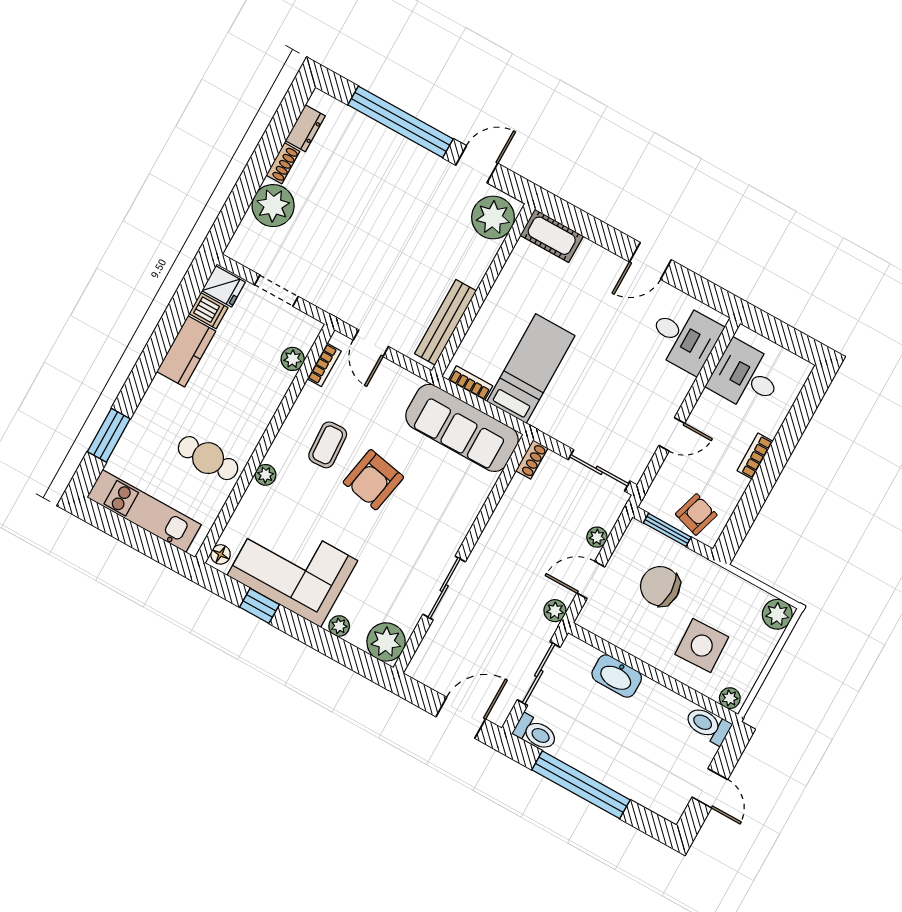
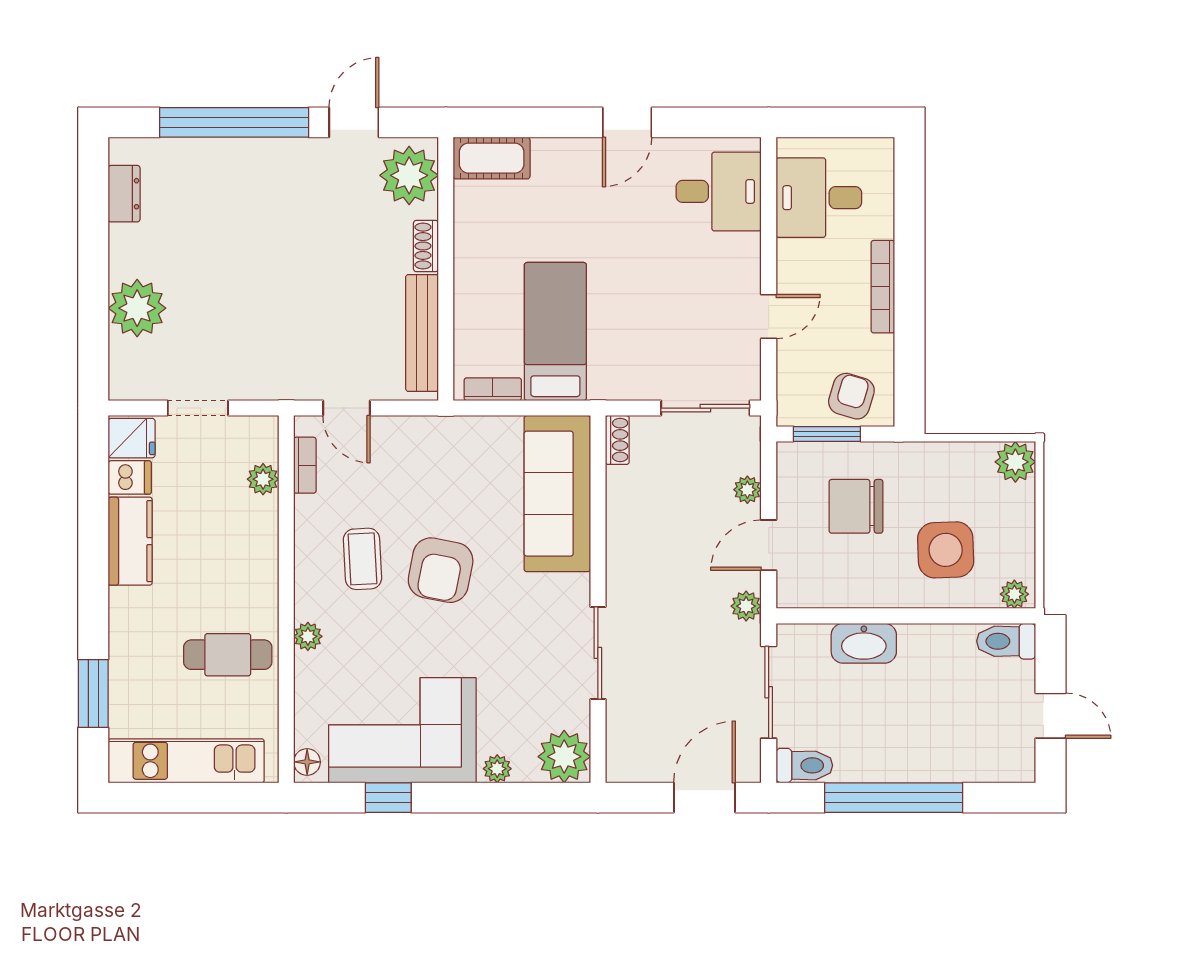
shoe rack: (283, 163) -> (426, 246), moved, turned 180
sofa: (462, 428) -> (557, 494), moved, turned 90
bookcase: (755, 456) -> (883, 287), width x1.56

